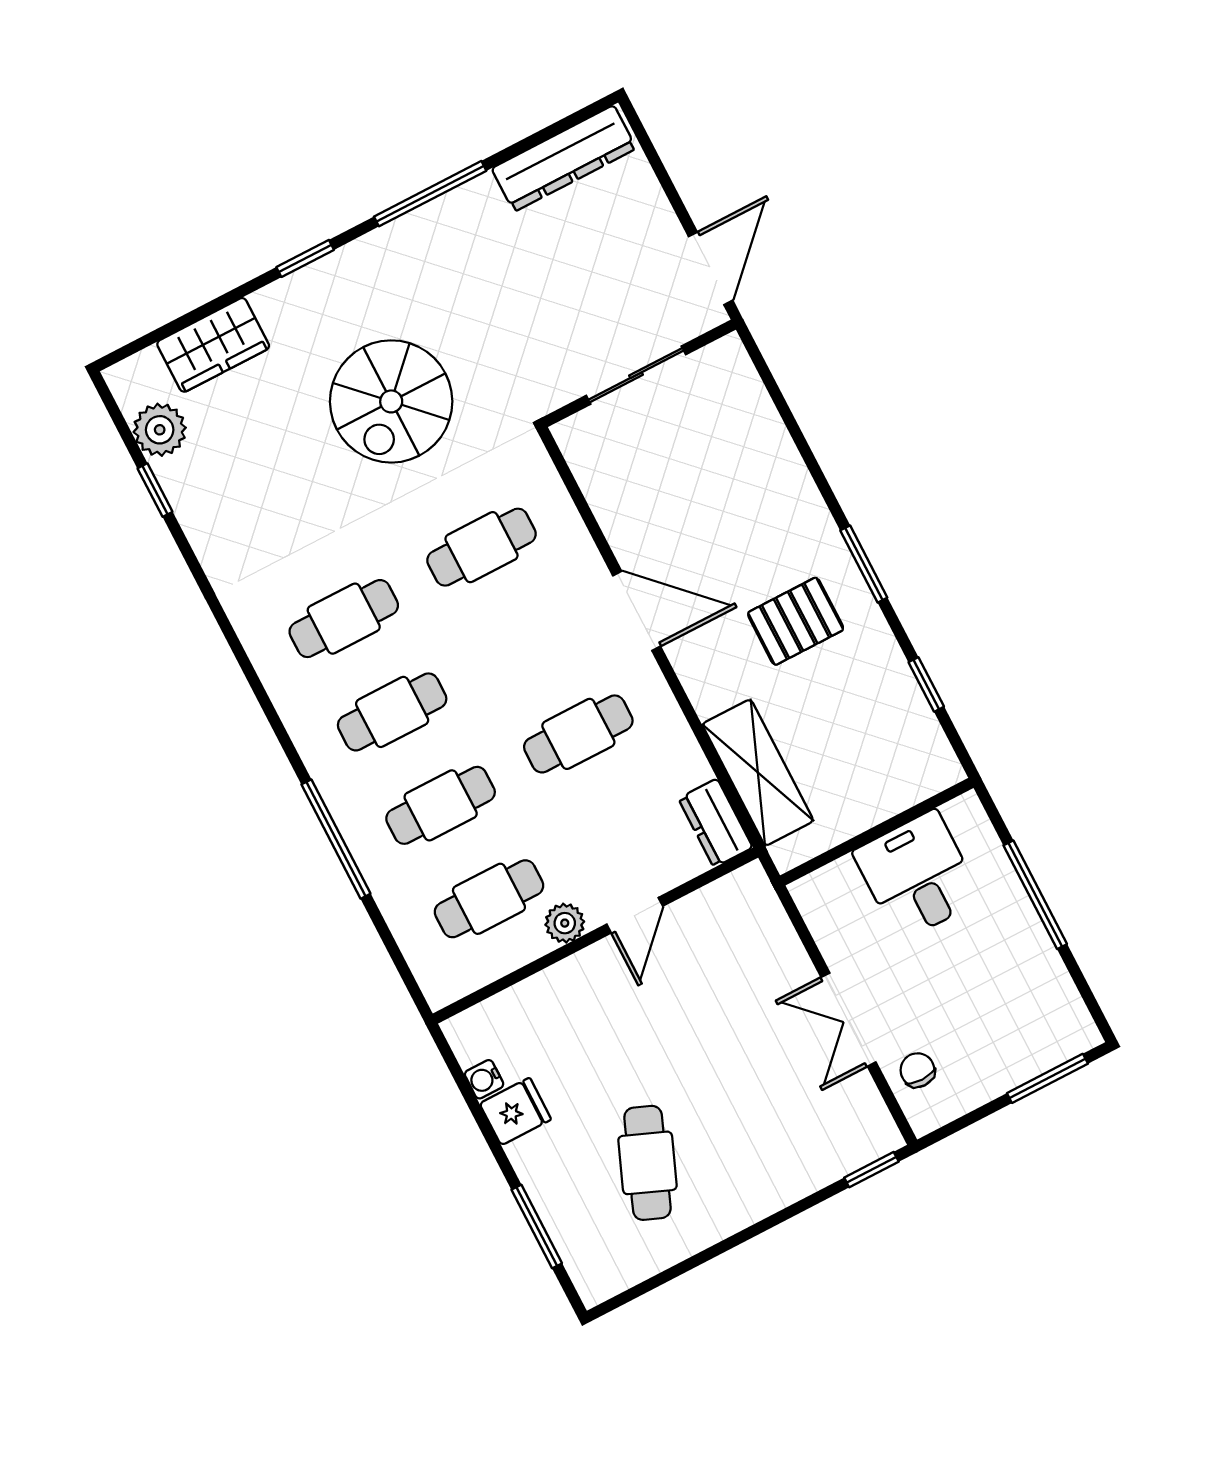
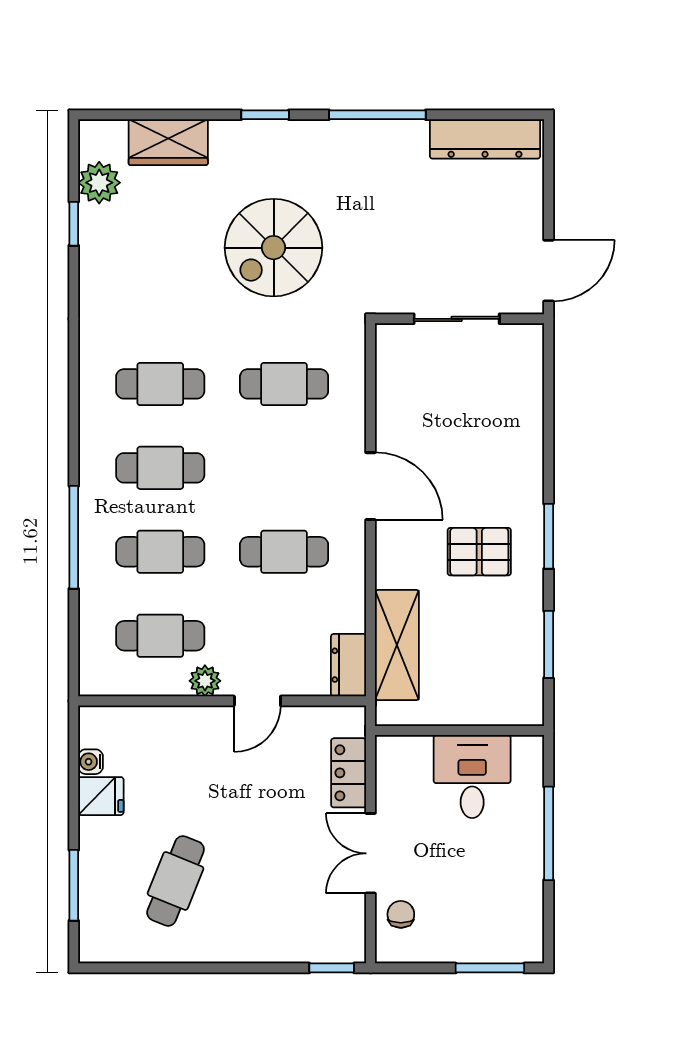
window: (926, 684) -> (549, 644), width x1.50
locker: (778, 943) -> (349, 773), added

